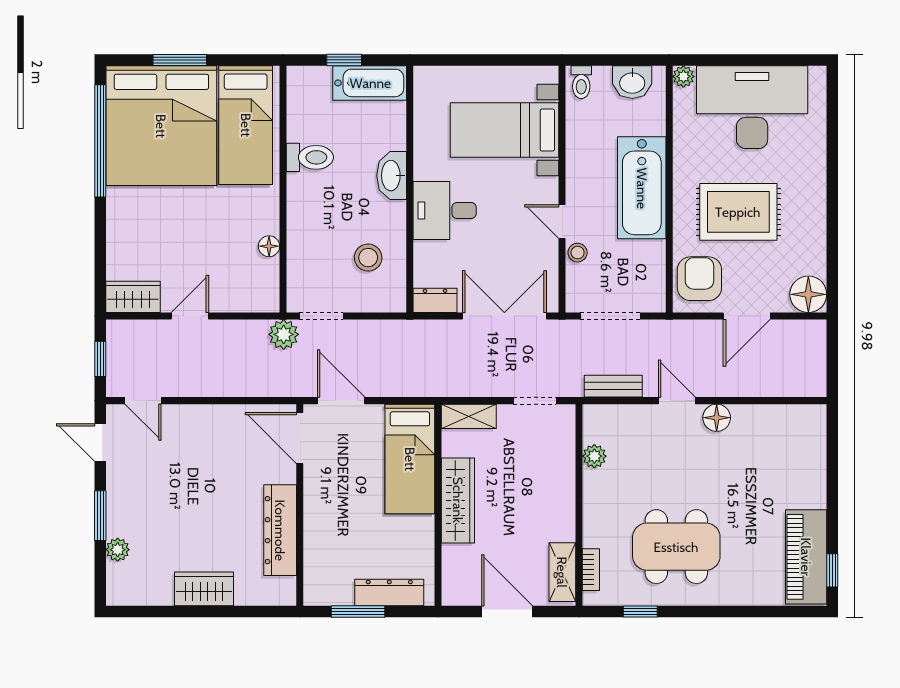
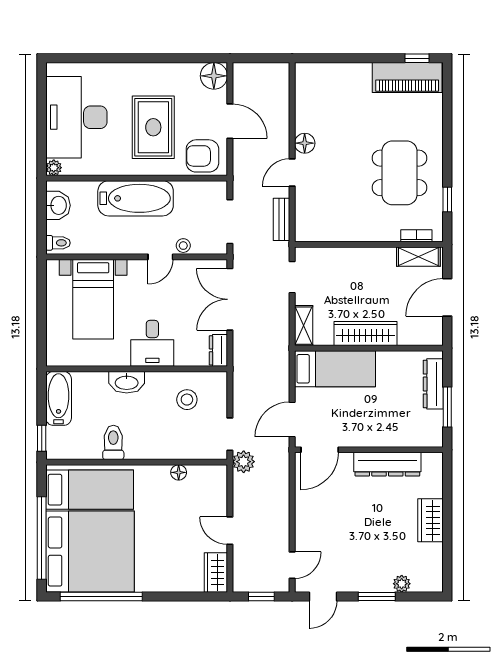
window: (180, 60) -> (42, 538), width x2.11
window: (344, 60) -> (42, 438), moved
plant: (594, 456) -> (333, 233), removed

